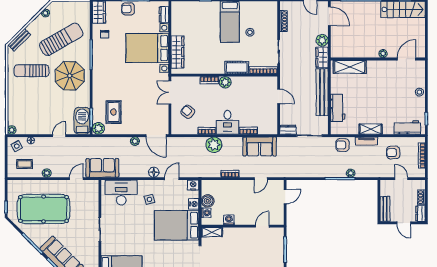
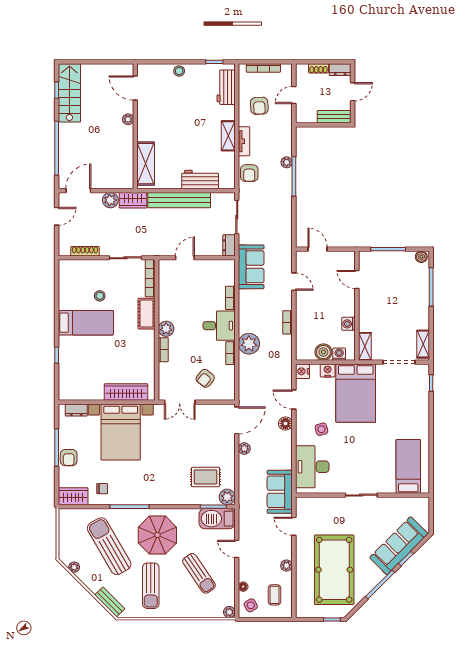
sun lounger: (41, 107) -> (199, 573), added
sofa: (260, 146) -> (251, 267), moved

